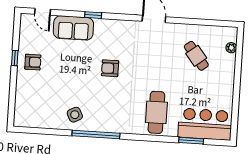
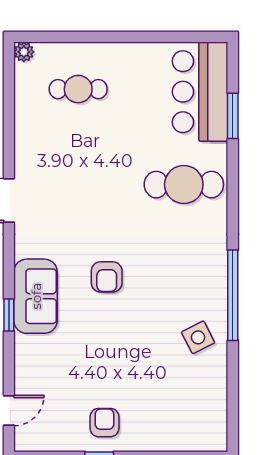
sofa: (73, 28) -> (36, 296), moved
plant: (231, 48) -> (24, 52), moved
cafe table: (196, 56) -> (78, 89), moved, turned 38

